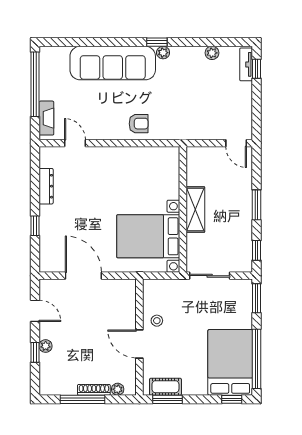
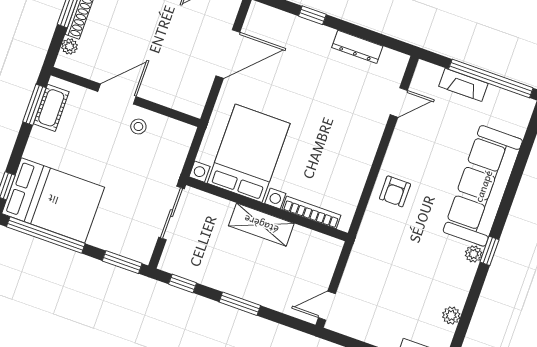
fireplace: (46, 118) -> (463, 85), moved
bookcase: (174, 177) -> (311, 212), added

